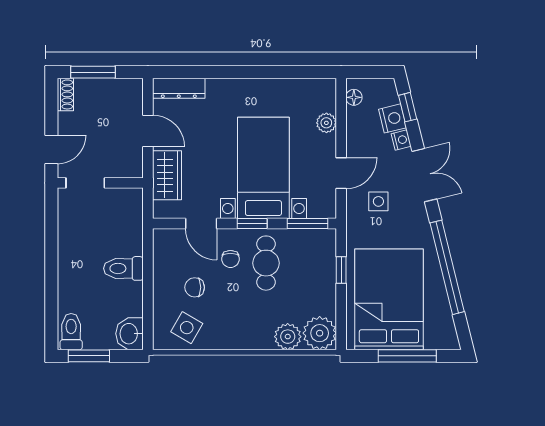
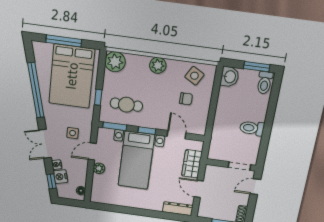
plant: (326, 123) -> (99, 168), moved
chair: (230, 259) -> (162, 112), removed
cafe table: (266, 263) -> (126, 105), moved, turned 90
toilet: (123, 268) -> (252, 128), moved, turned 180
plant: (288, 337) -> (158, 65), moved

